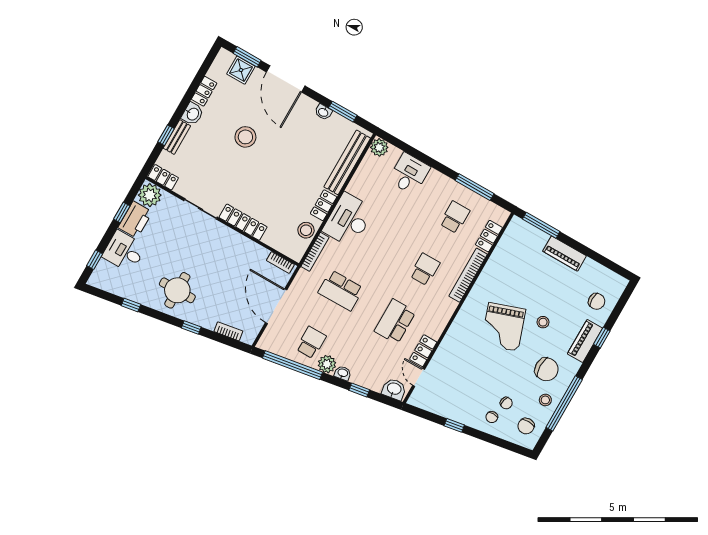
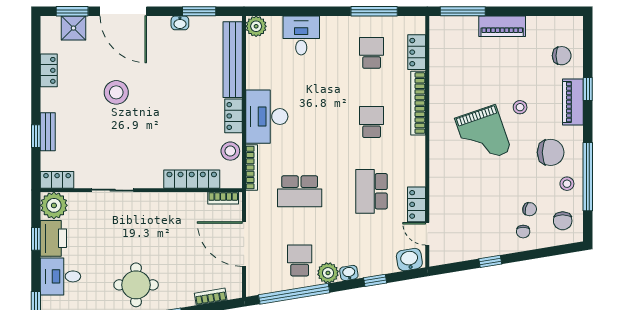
washbasin: (192, 114) -> (50, 100), removed
locker: (243, 222) -> (192, 179), moved

